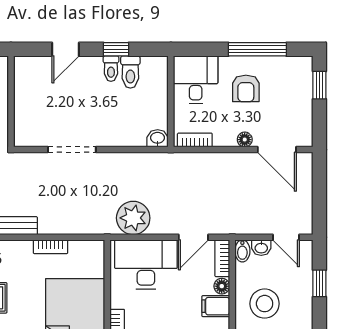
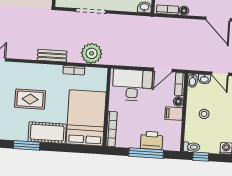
floor lamp: (245, 140) -> (184, 11), moved
plant: (133, 218) -> (92, 53), moved
stool: (265, 304) -> (204, 114), width x0.53, depth x0.53

